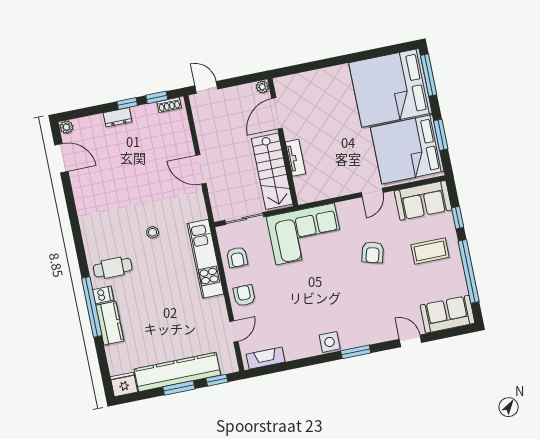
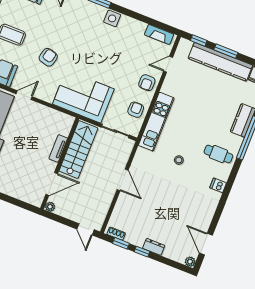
dishwasher: (103, 295) -> (218, 185), moved

